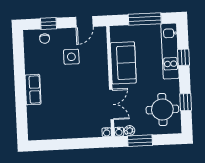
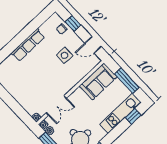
window: (183, 57) -> (133, 116), moved
sofa: (123, 63) -> (98, 81), moved
row of seats: (33, 90) -> (28, 45), width x1.48

